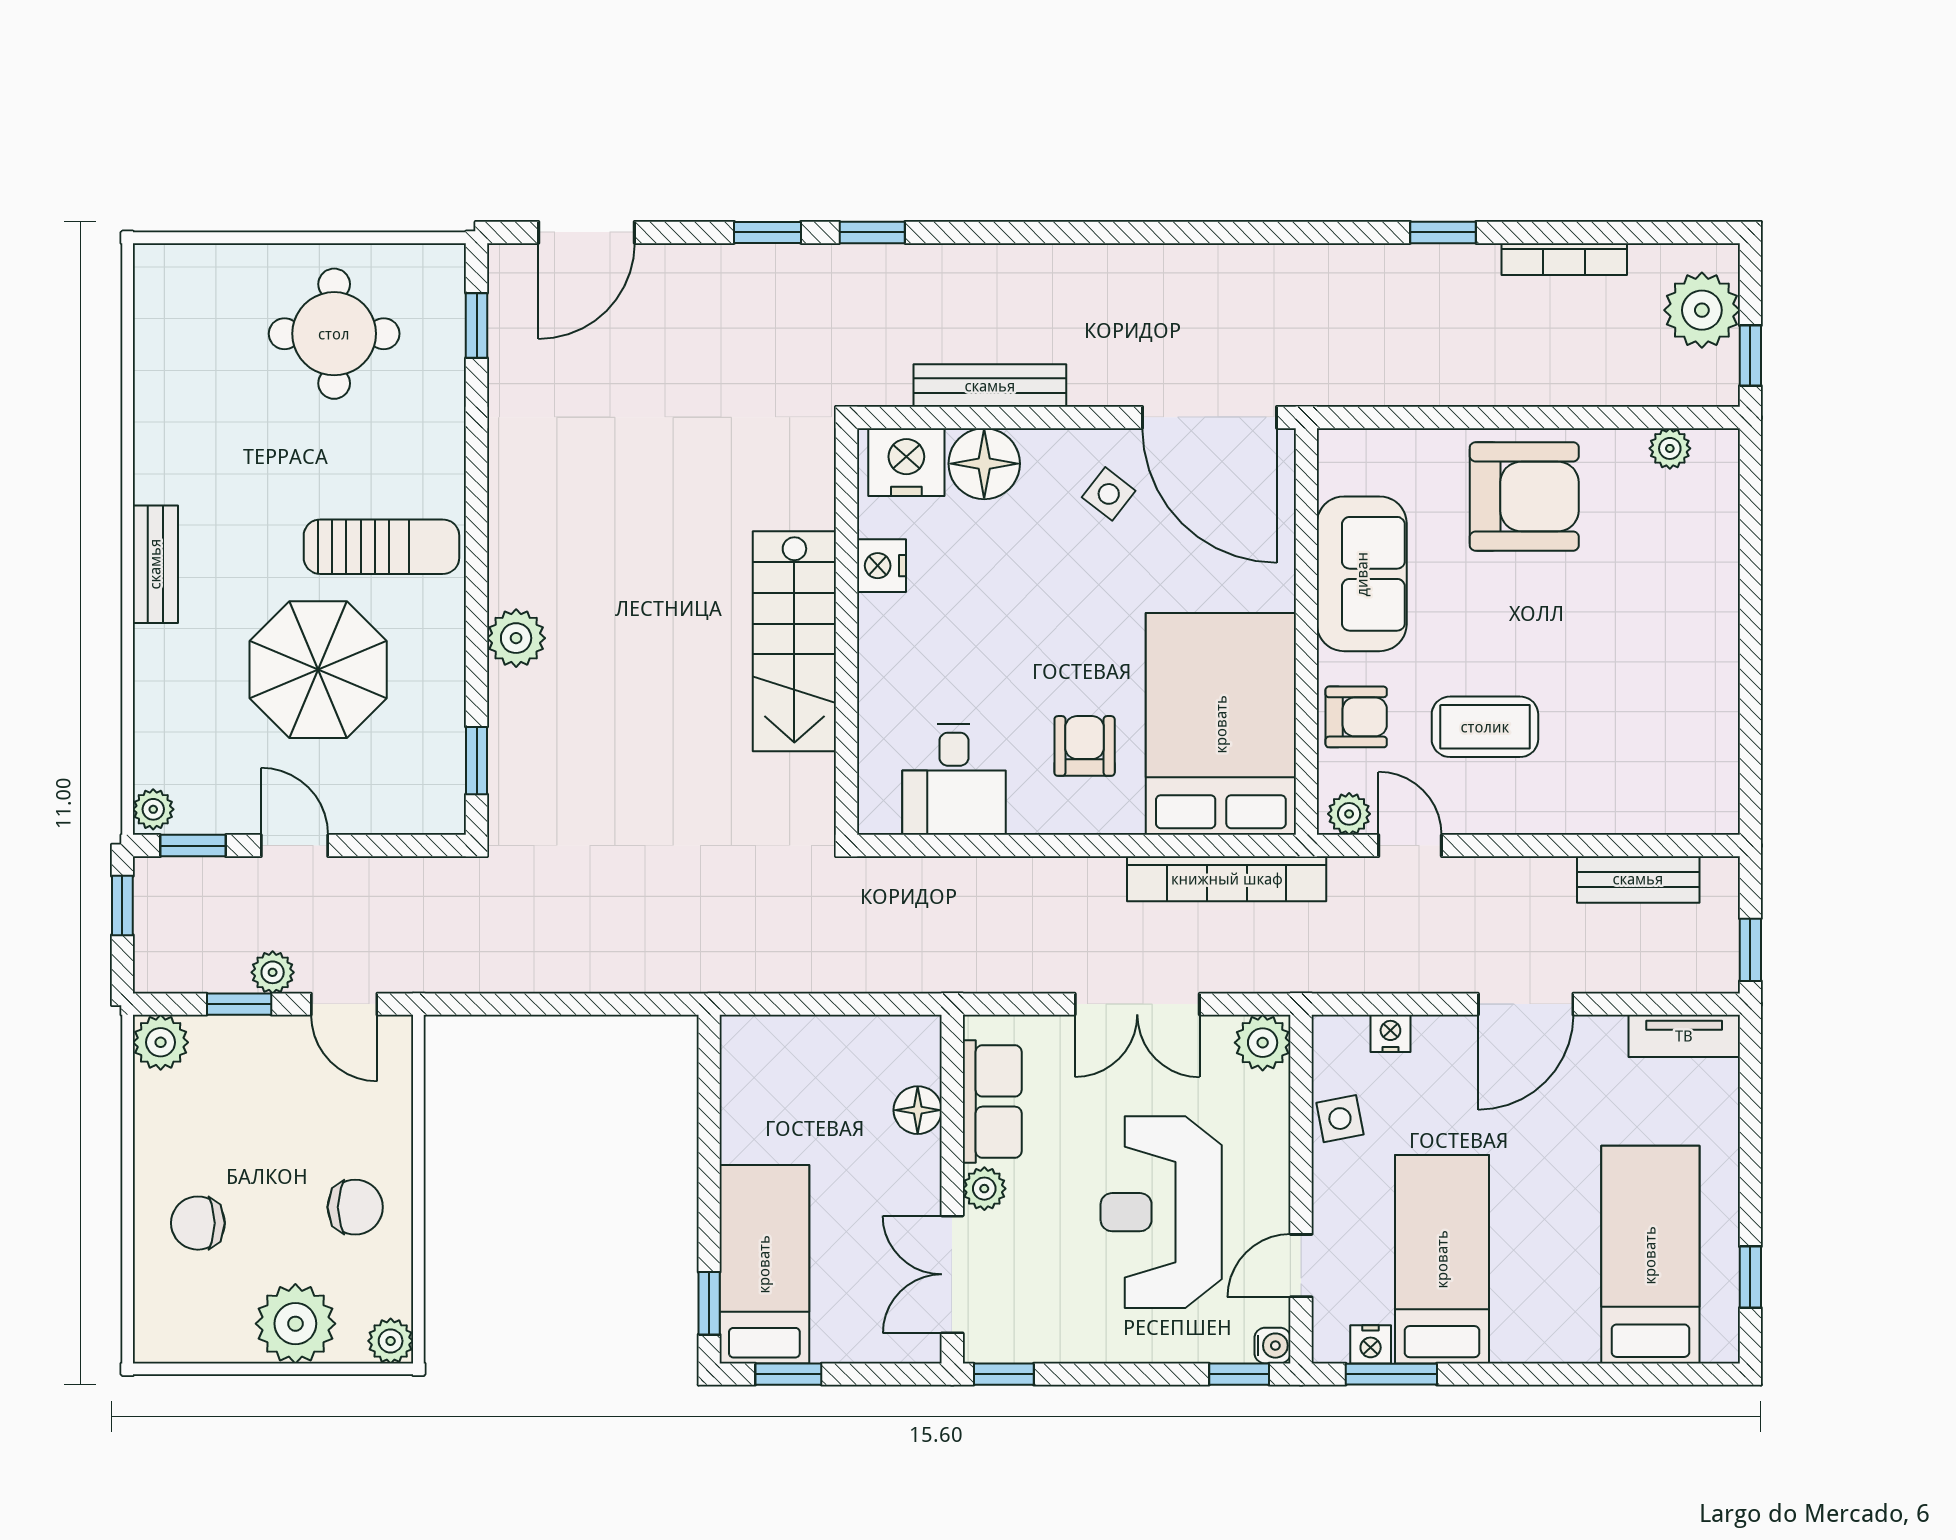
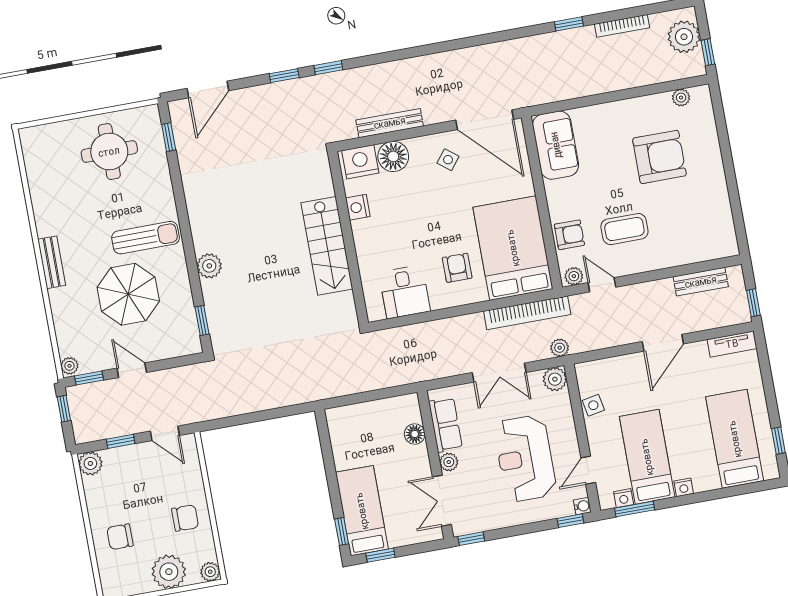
armchair: (1524, 496) -> (659, 157), moved
sofa: (1362, 574) -> (556, 145), moved
plant: (273, 972) -> (560, 348), moved
nightstand: (1390, 1033) -> (684, 487), moved, turned 180

